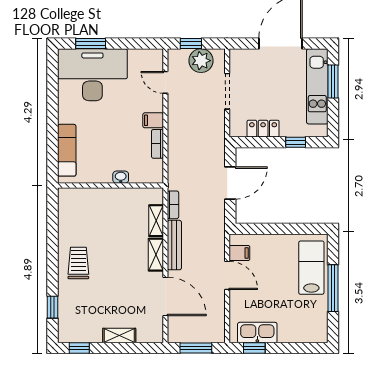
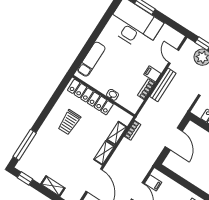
door: (230, 183) -> (174, 139), hinge flipped
locker: (95, 197) -> (90, 97), added
bench: (174, 245) -> (163, 85), moved
trolley: (78, 263) -> (69, 122), moved, turned 180
window: (52, 307) -> (25, 145), width x2.17

